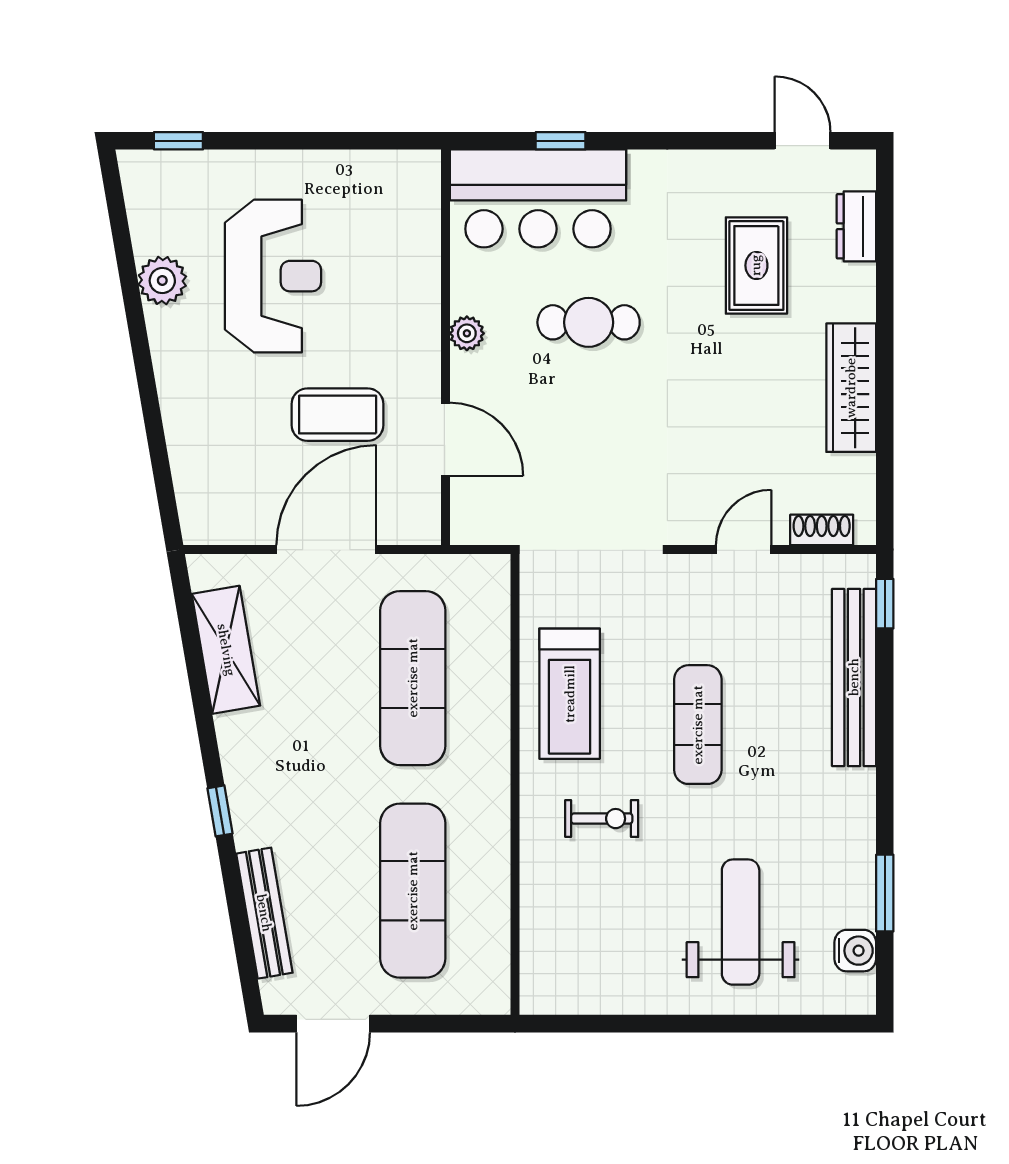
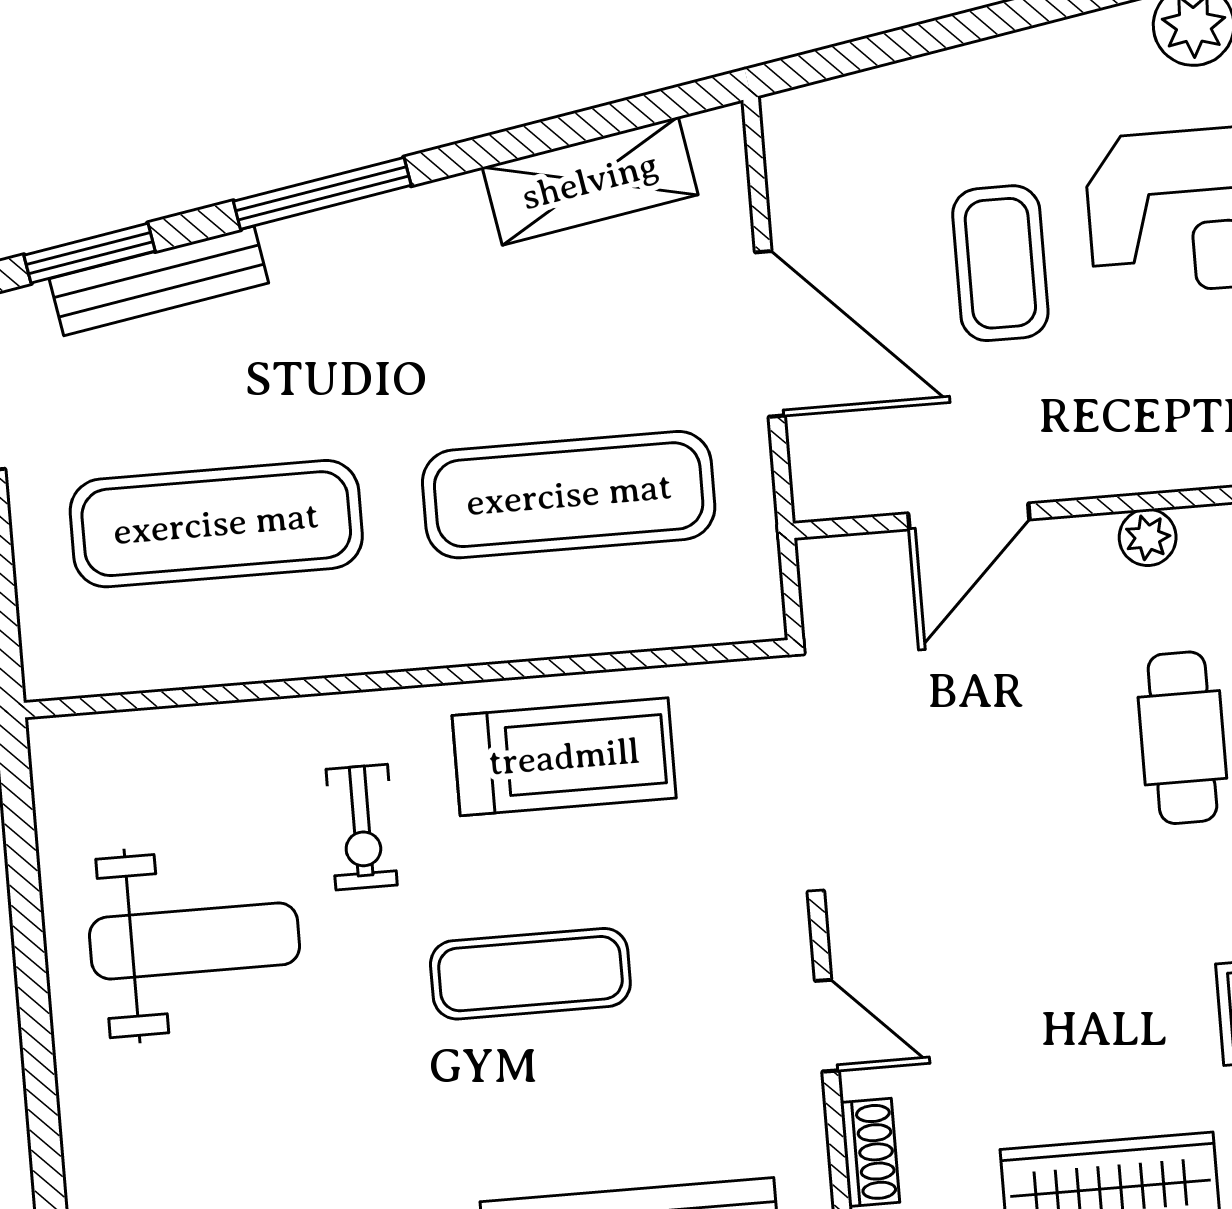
coffee table: (338, 415) -> (1000, 263), moved
treadmill: (570, 694) -> (564, 757), turned 180
window: (220, 811) -> (322, 193), width x2.17
weight bench: (741, 922) -> (195, 941), moved
window: (244, 953) -> (90, 253), added

